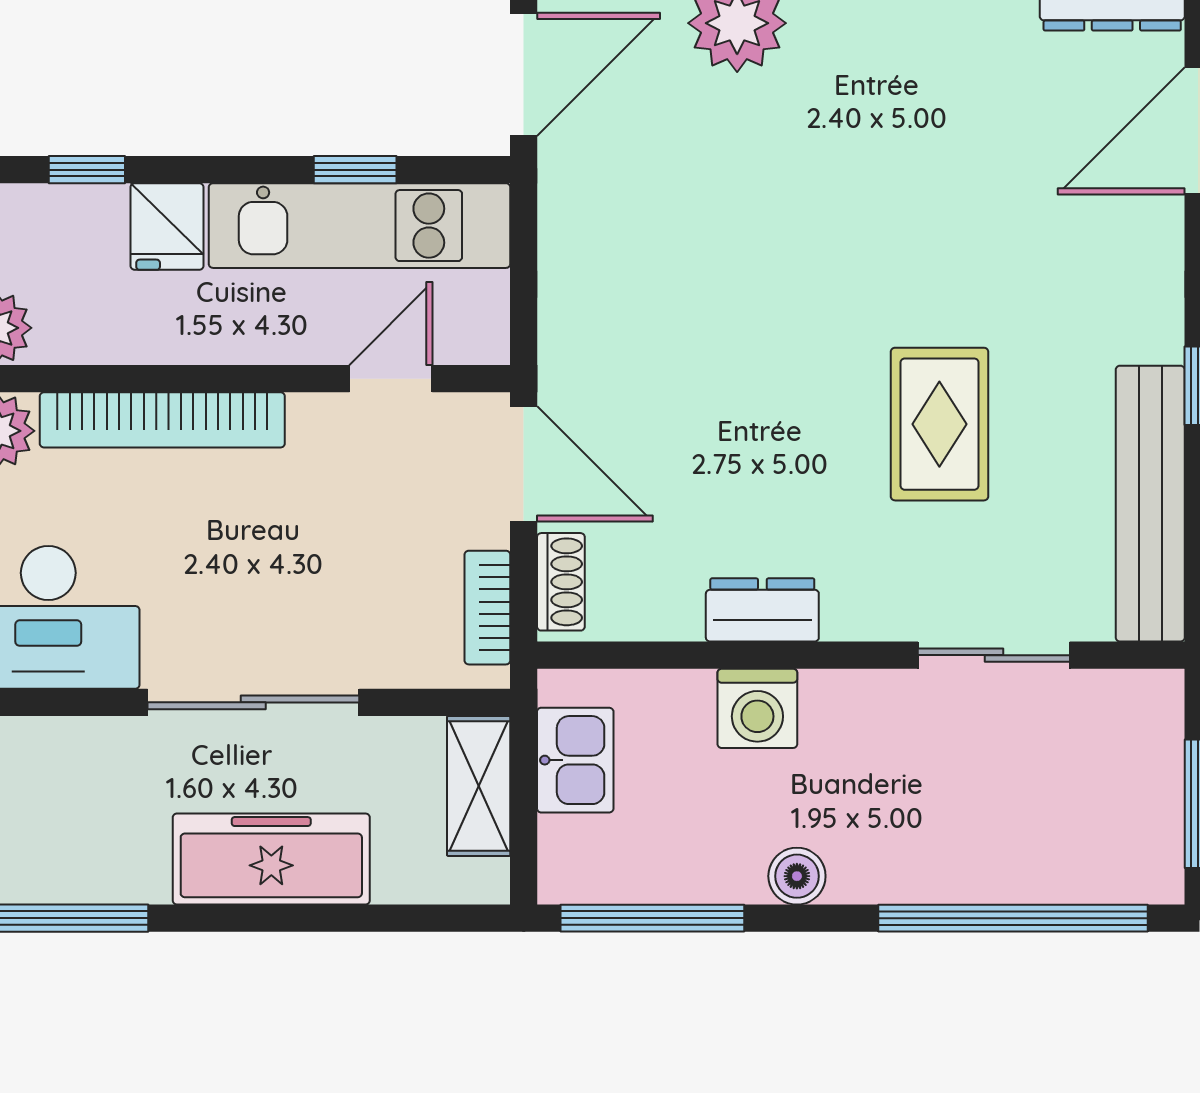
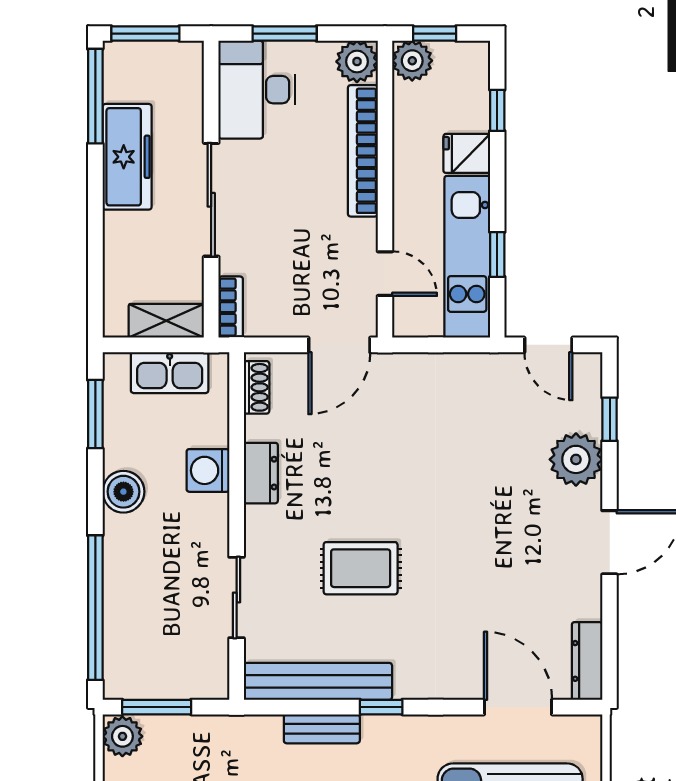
door: (524, 74) -> (548, 345), width x0.73
shoe rack: (561, 582) -> (257, 387), moved, turned -90
bookcase: (487, 608) -> (231, 307), moved, turned 90
kitchen sink: (575, 760) -> (170, 373), width x1.38
freezer: (271, 859) -> (127, 157), moved
boiler: (797, 876) -> (123, 492), width x1.36, depth x1.36
window: (652, 918) -> (95, 414), width x0.69

